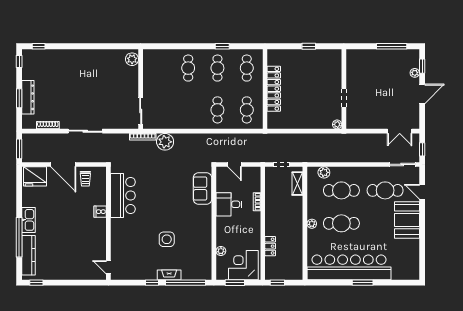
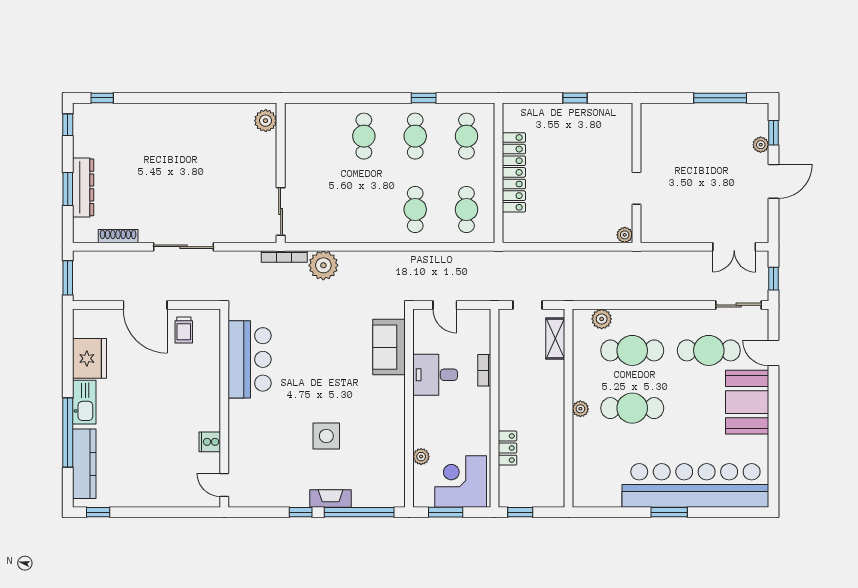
fridge: (35, 176) -> (90, 358), moved, turned -90
cooker: (100, 212) -> (210, 442), moved
bar counter: (349, 267) -> (695, 485), moved

